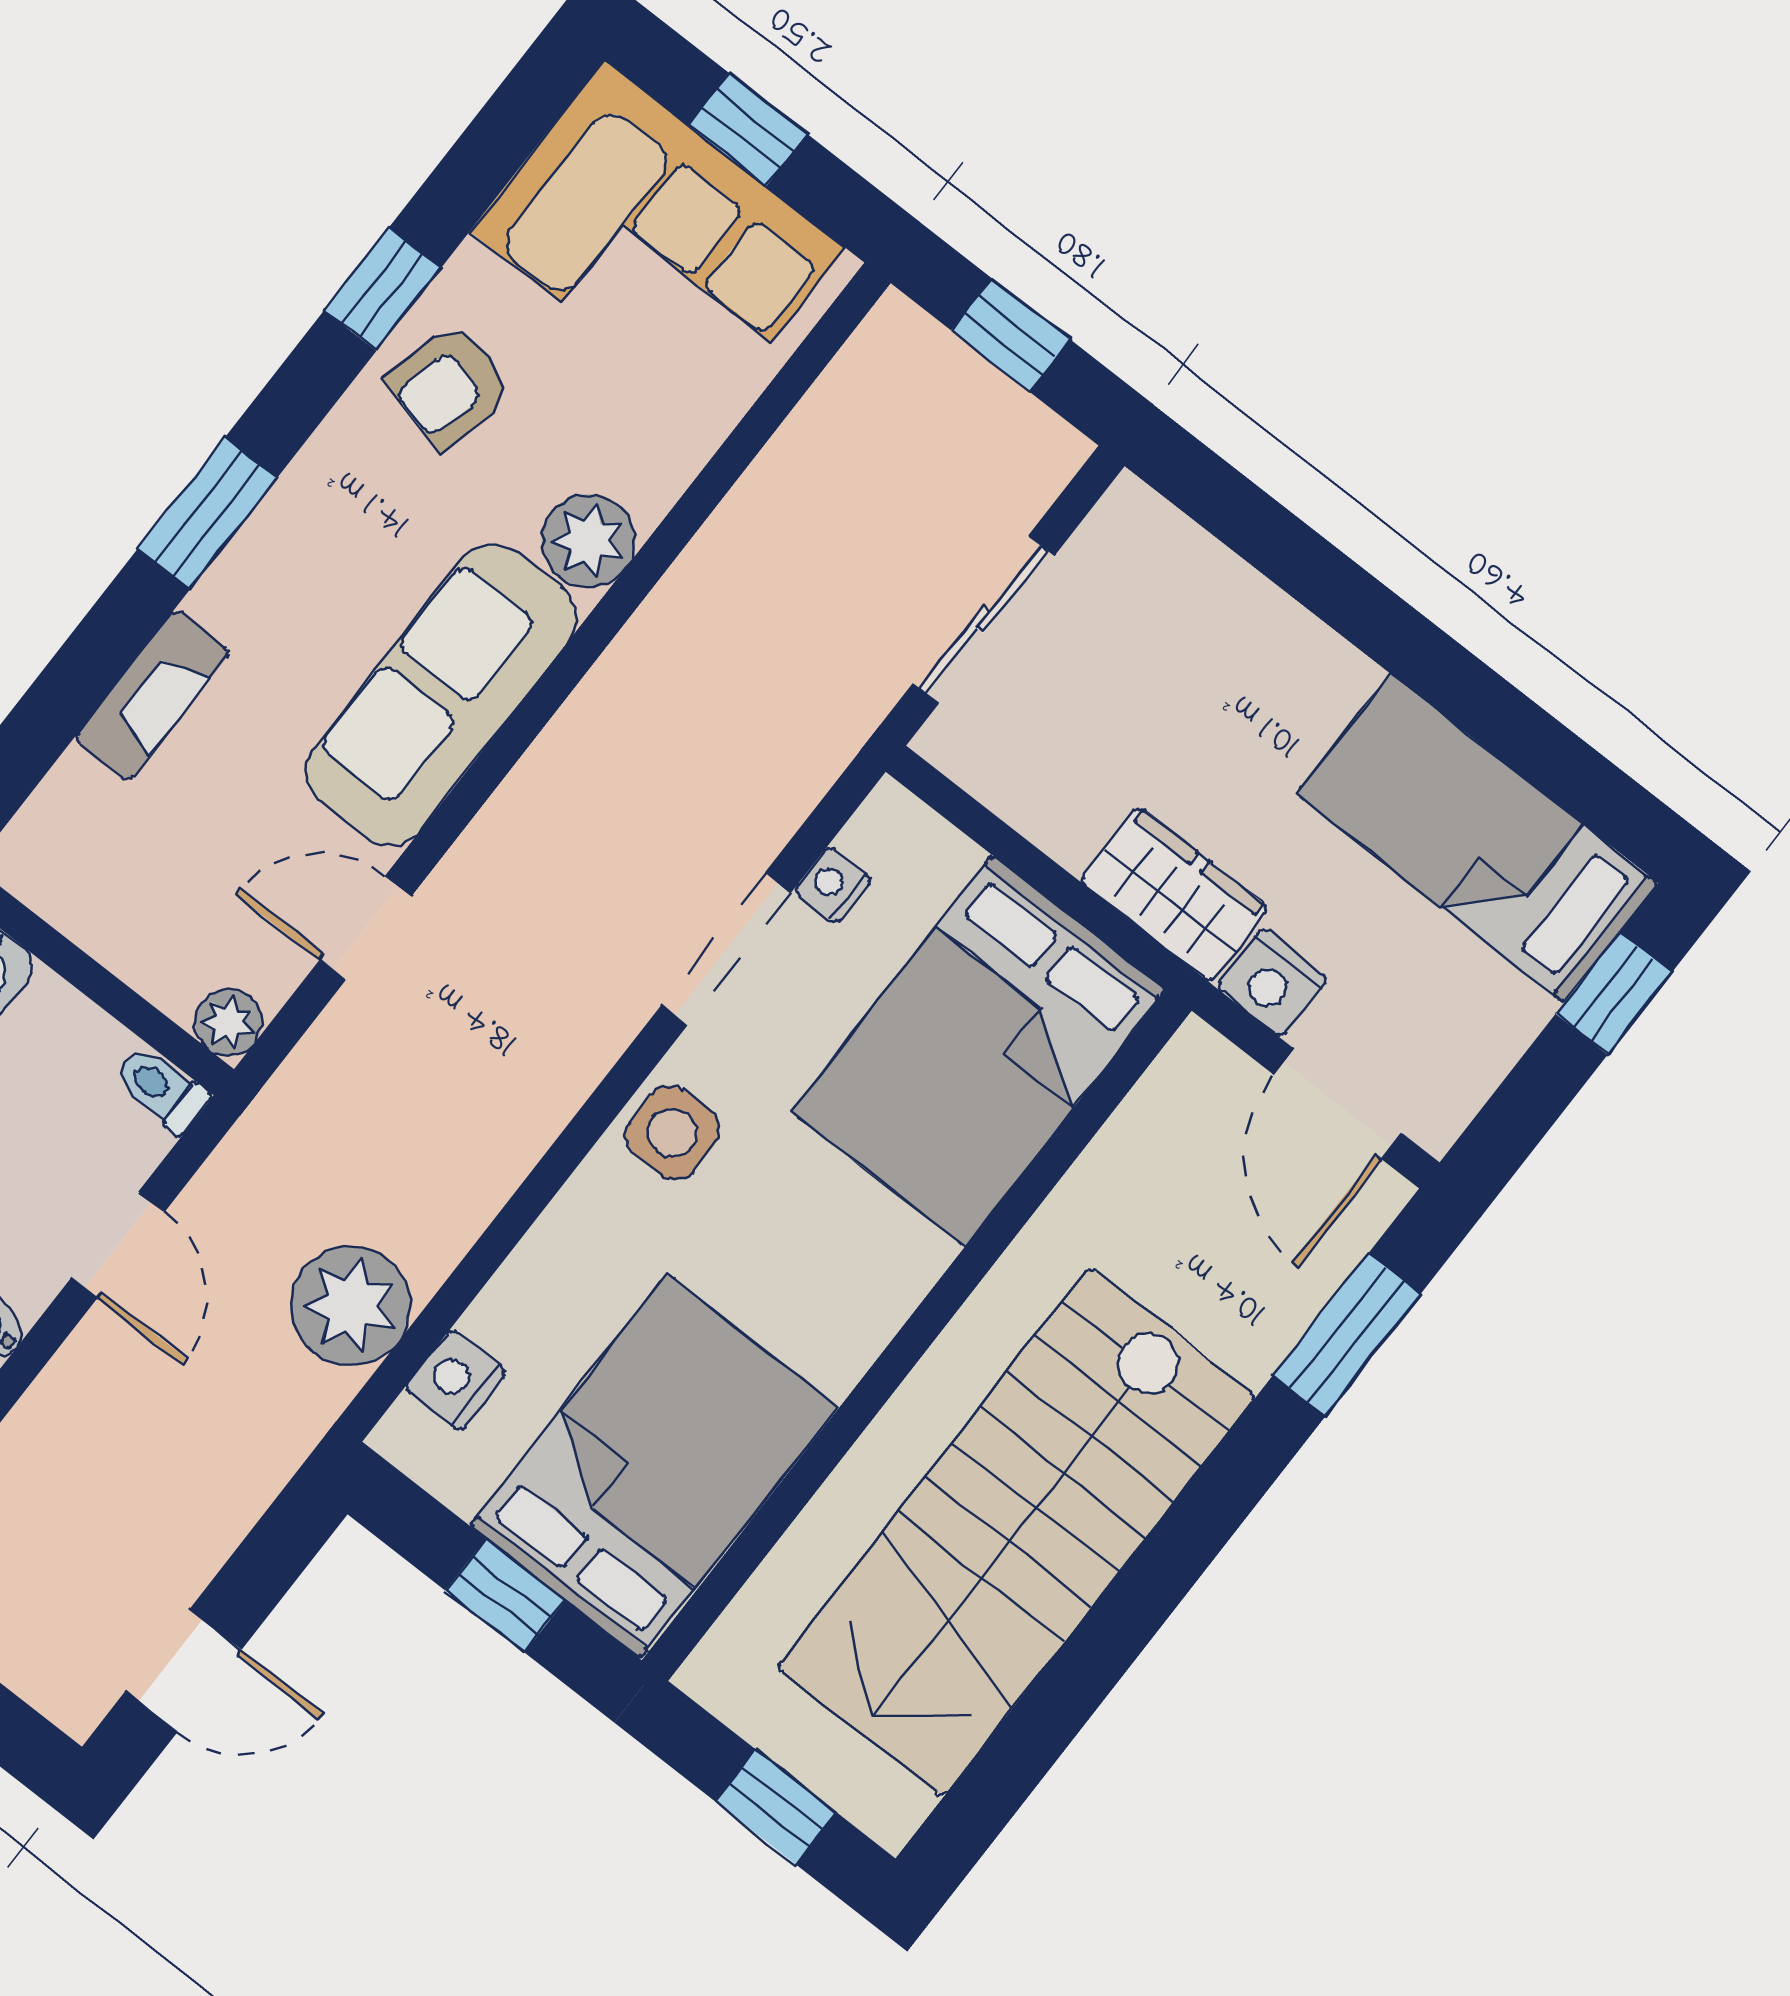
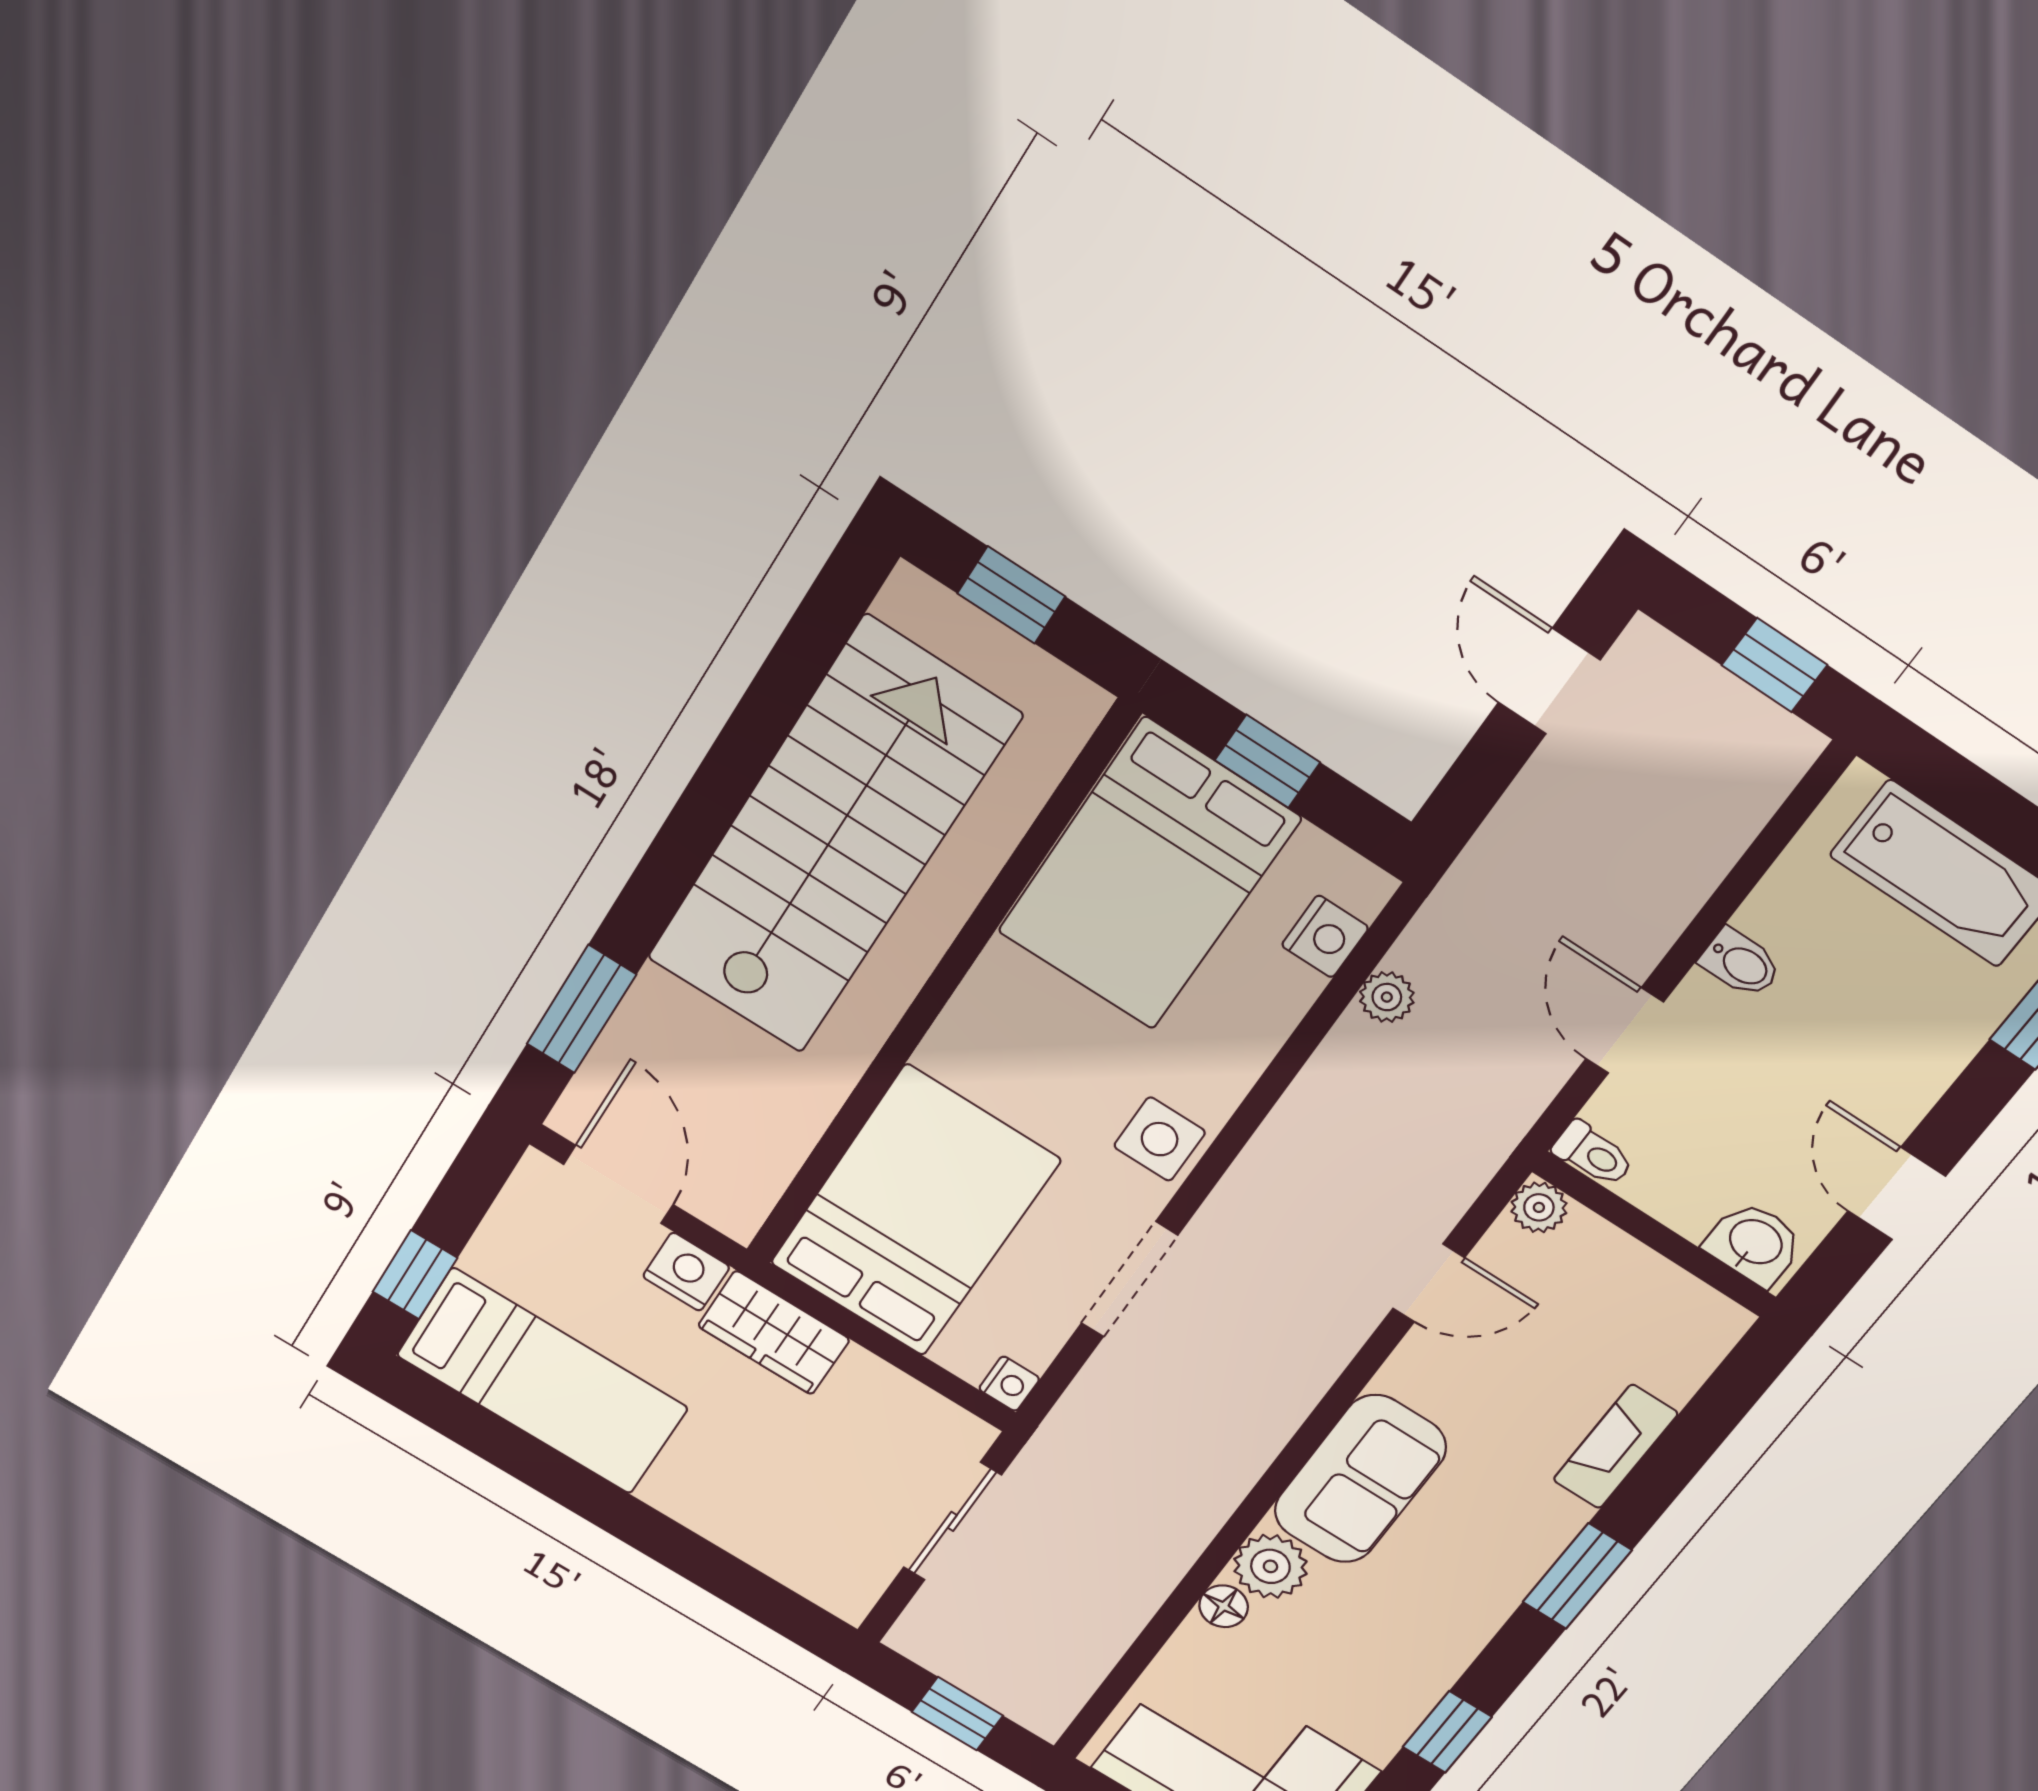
armchair: (450, 386) -> (1389, 1669), removed
floor lamp: (652, 485) -> (1224, 1606), added
sofa: (441, 695) -> (1360, 1479), width x0.73
nightstand: (833, 885) -> (1009, 1384), moved
plant: (351, 1306) -> (1387, 997), width x0.53, depth x0.53
door: (183, 1671) -> (1549, 681), hinge flipped

